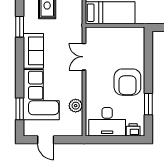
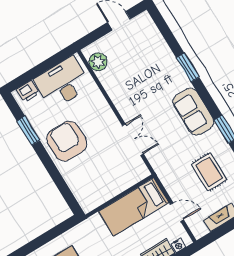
corner sofa: (41, 95) -> (155, 68), removed
plant: (76, 106) -> (98, 62), moved
window: (20, 109) -> (188, 68), moved

